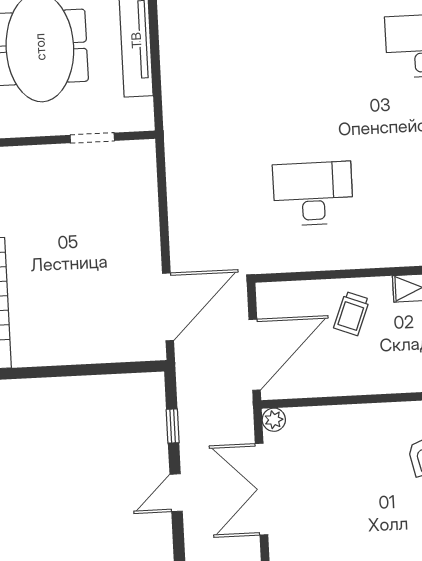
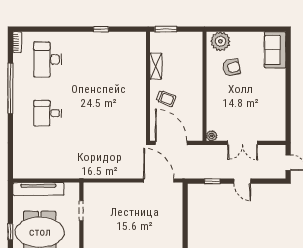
desk: (313, 194) -> (48, 113), moved, width x0.73
door: (255, 355) -> (171, 143), moved
double door: (261, 489) -> (243, 143), width x0.73

